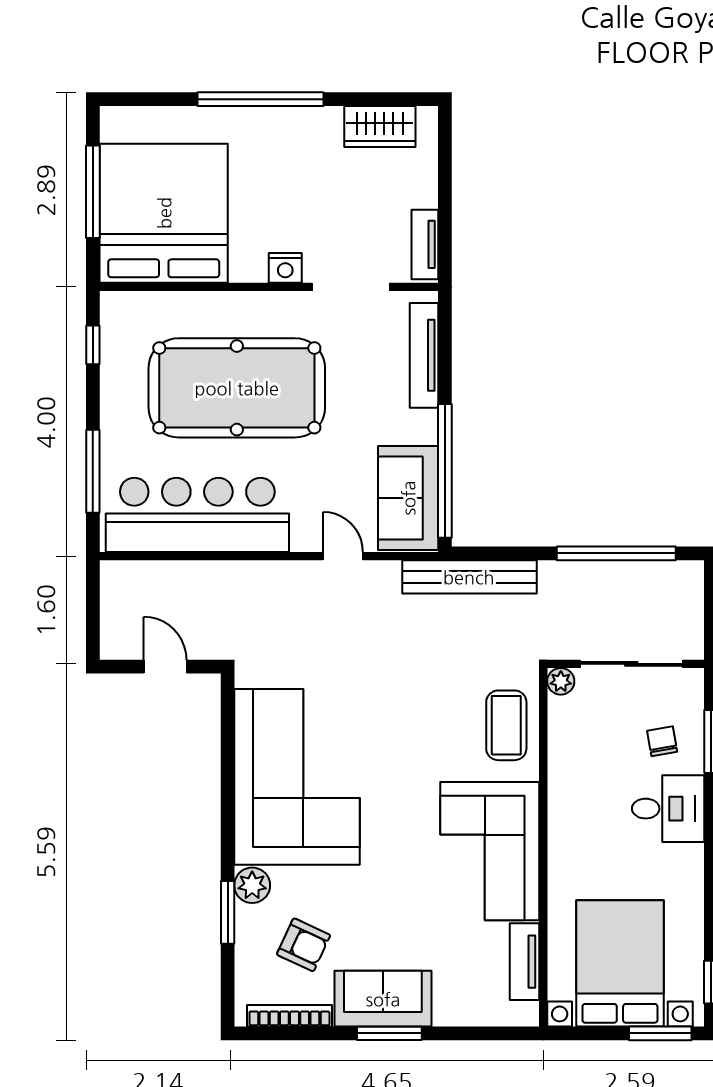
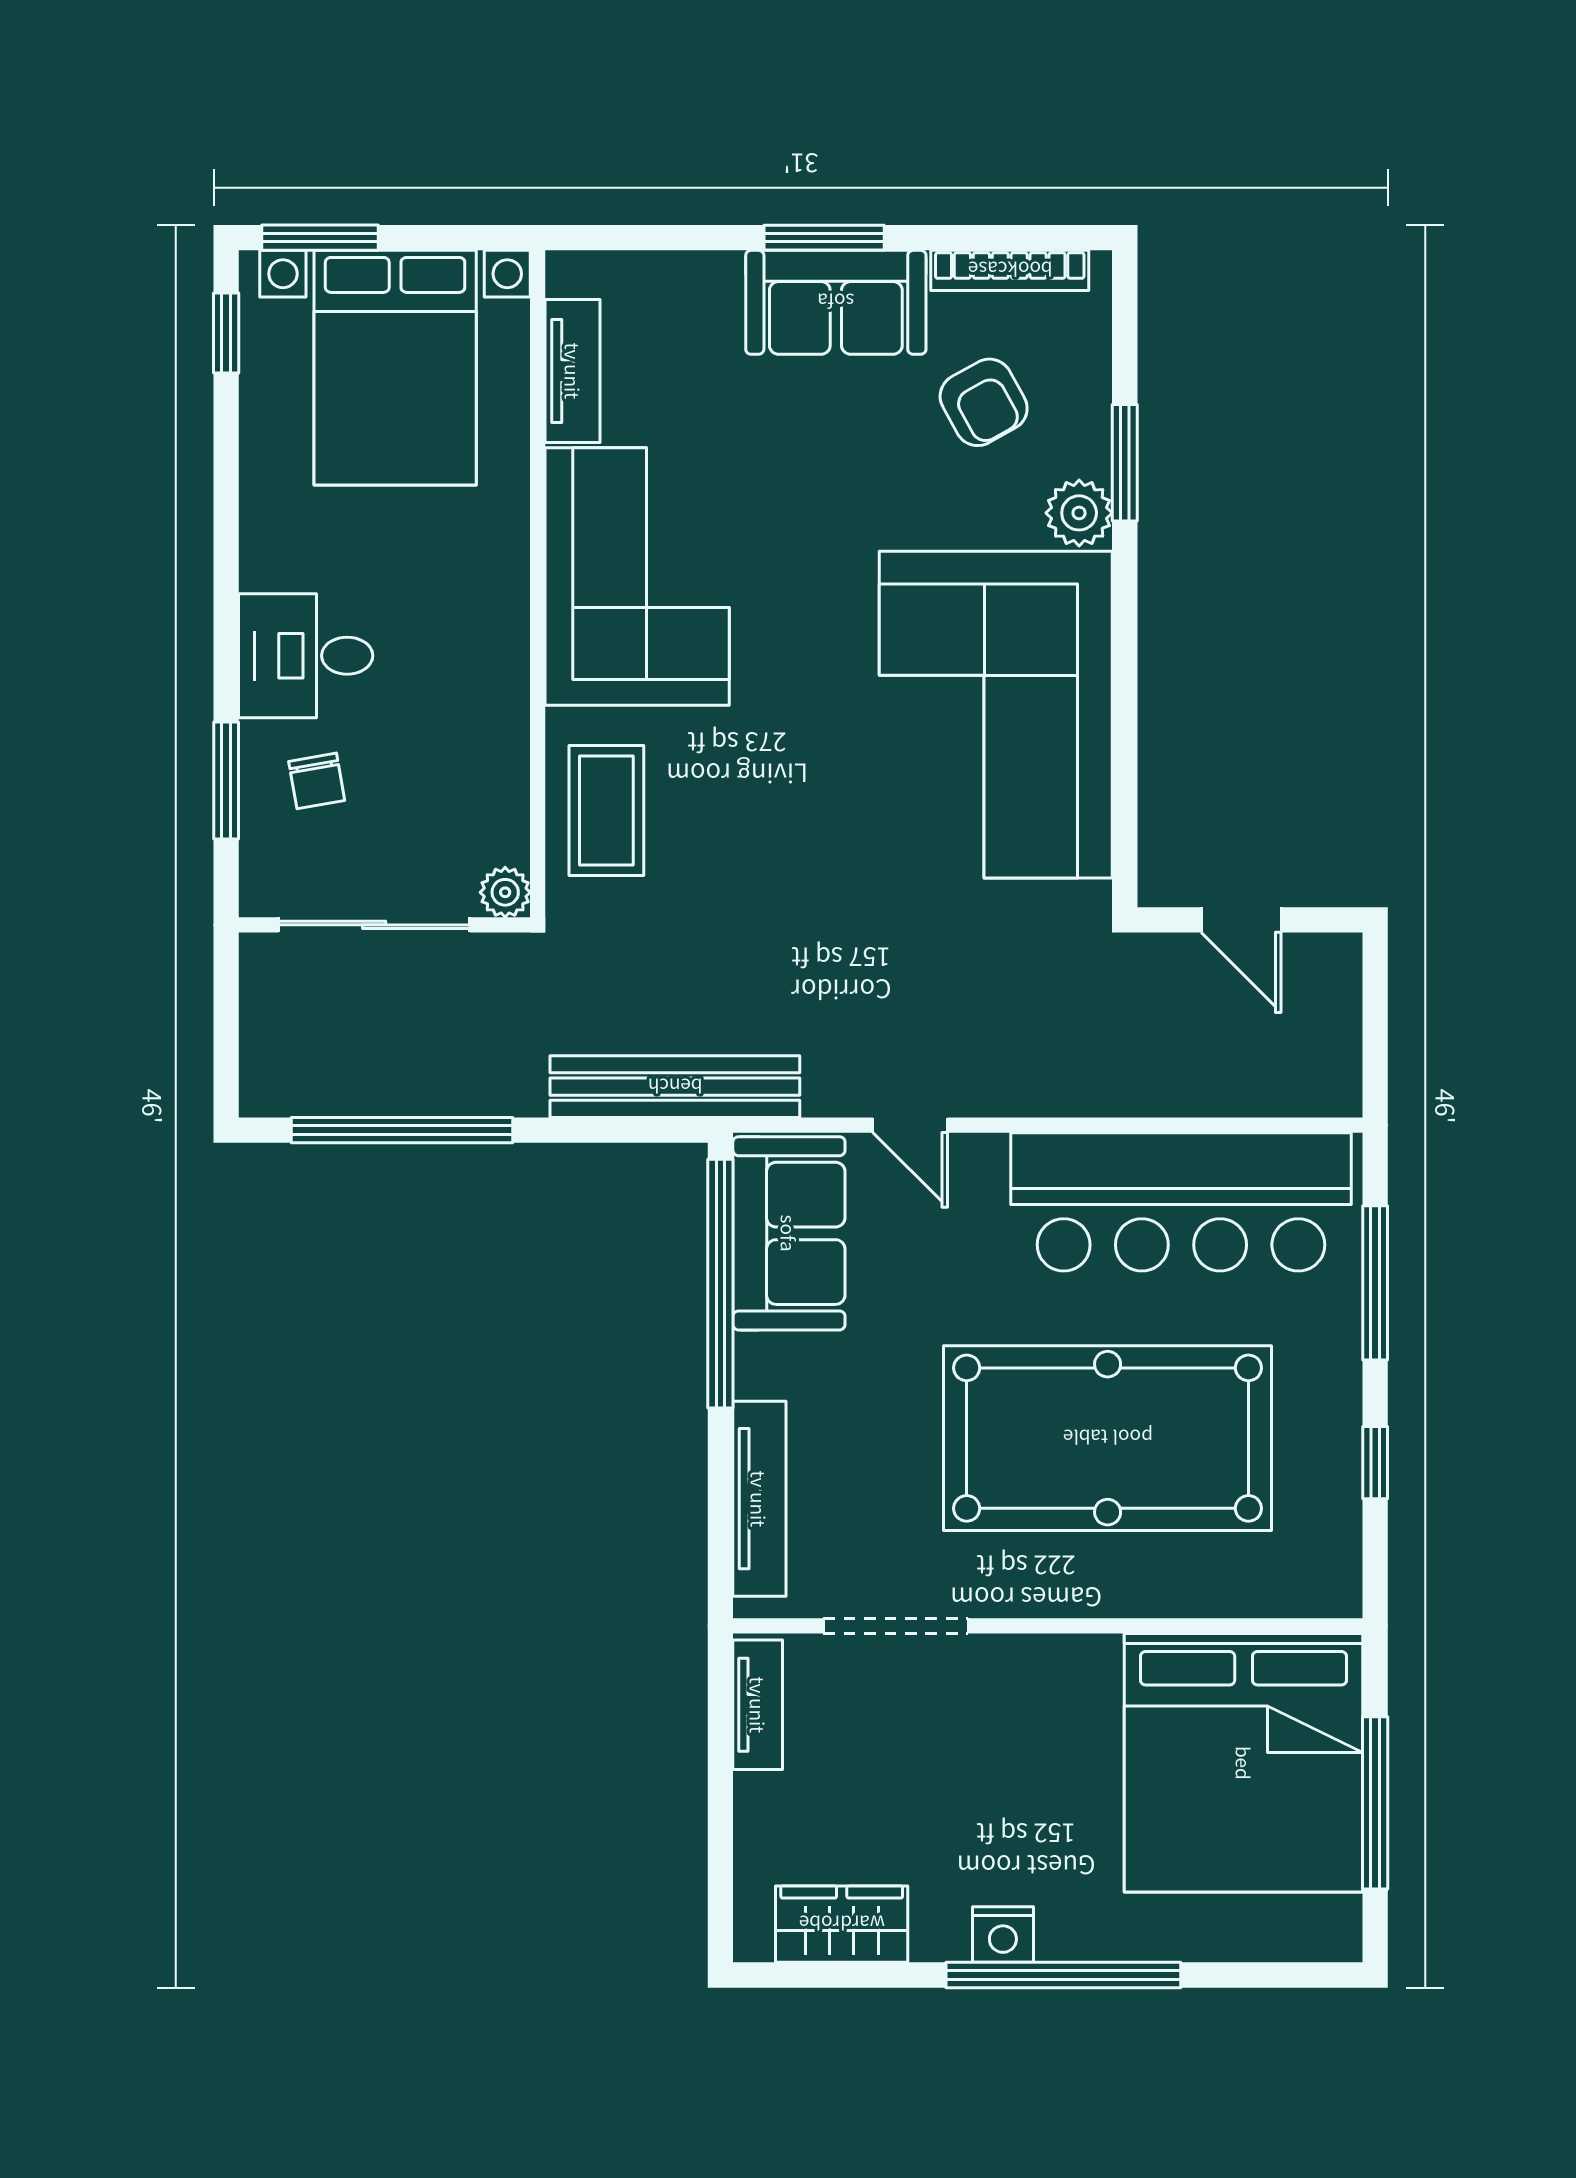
nightstand: (285, 268) -> (1003, 1935), moved, turned 180
window: (93, 345) -> (1375, 1463), moved
armchair: (304, 945) -> (984, 402), turned -144

